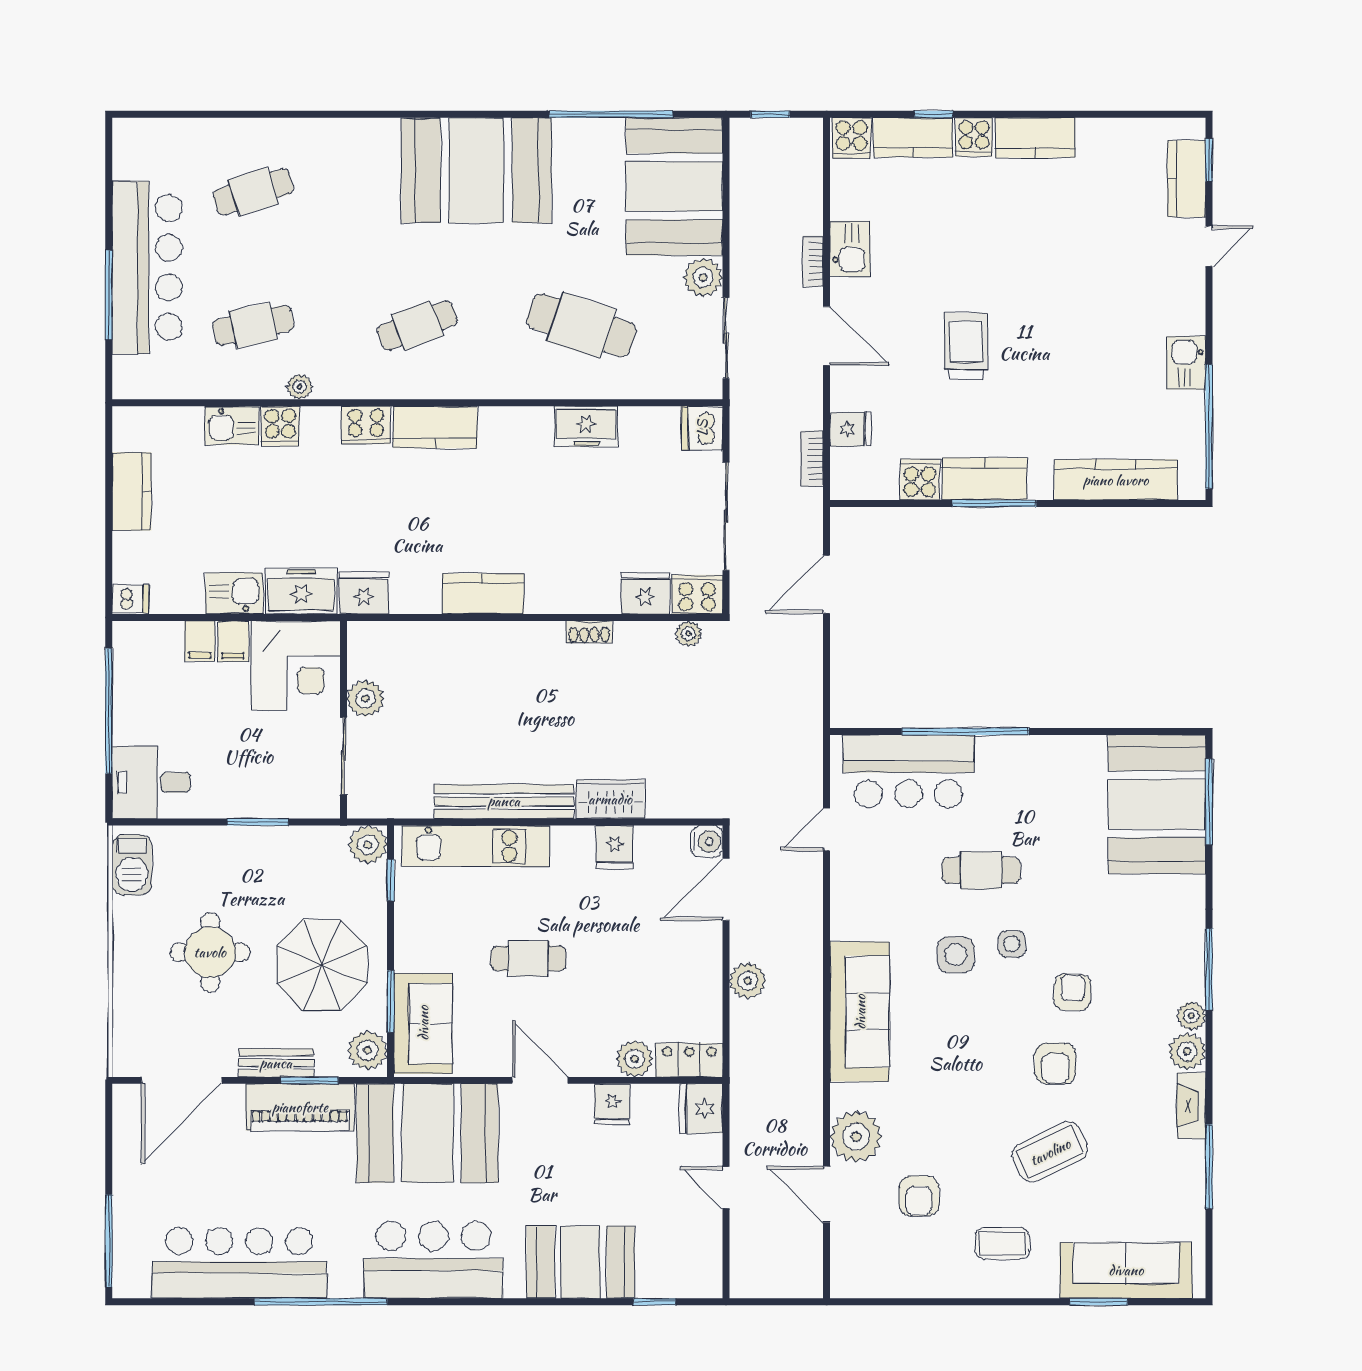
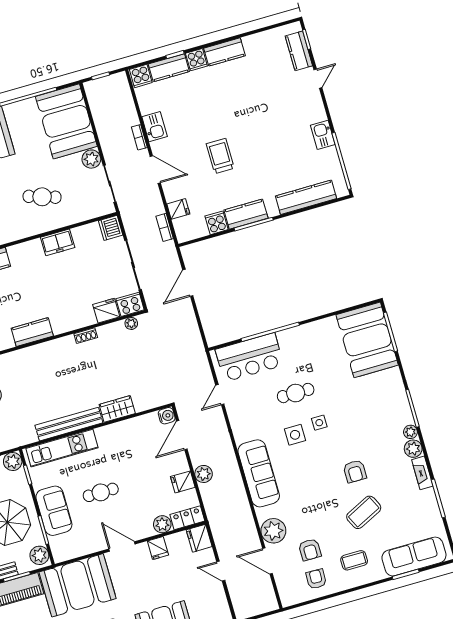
cafe table: (581, 325) -> (42, 197), width x0.73, depth x0.74
fridge: (614, 847) -> (183, 482), moved, turned 90
armchair: (1073, 992) -> (316, 579), moved
sofa: (423, 1023) -> (54, 511), moved

